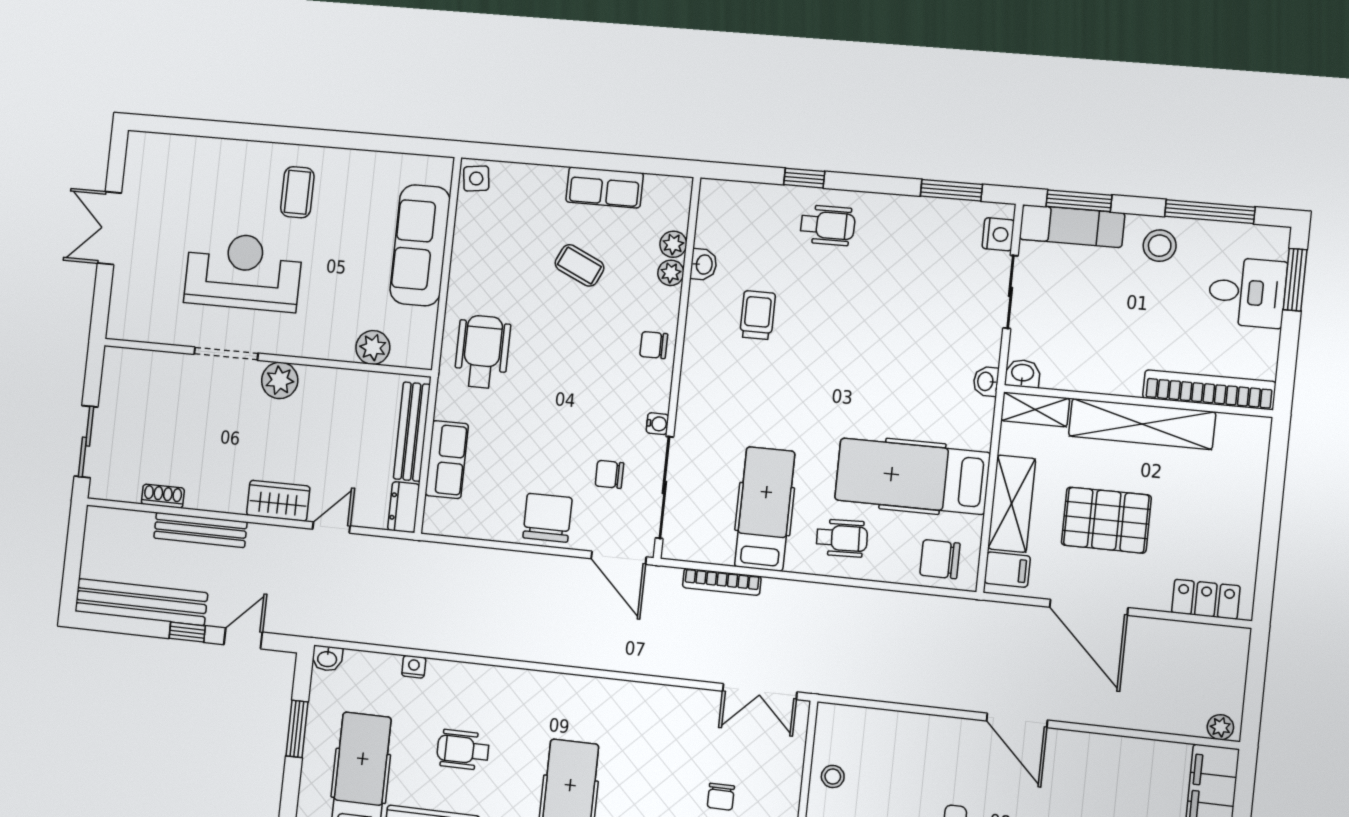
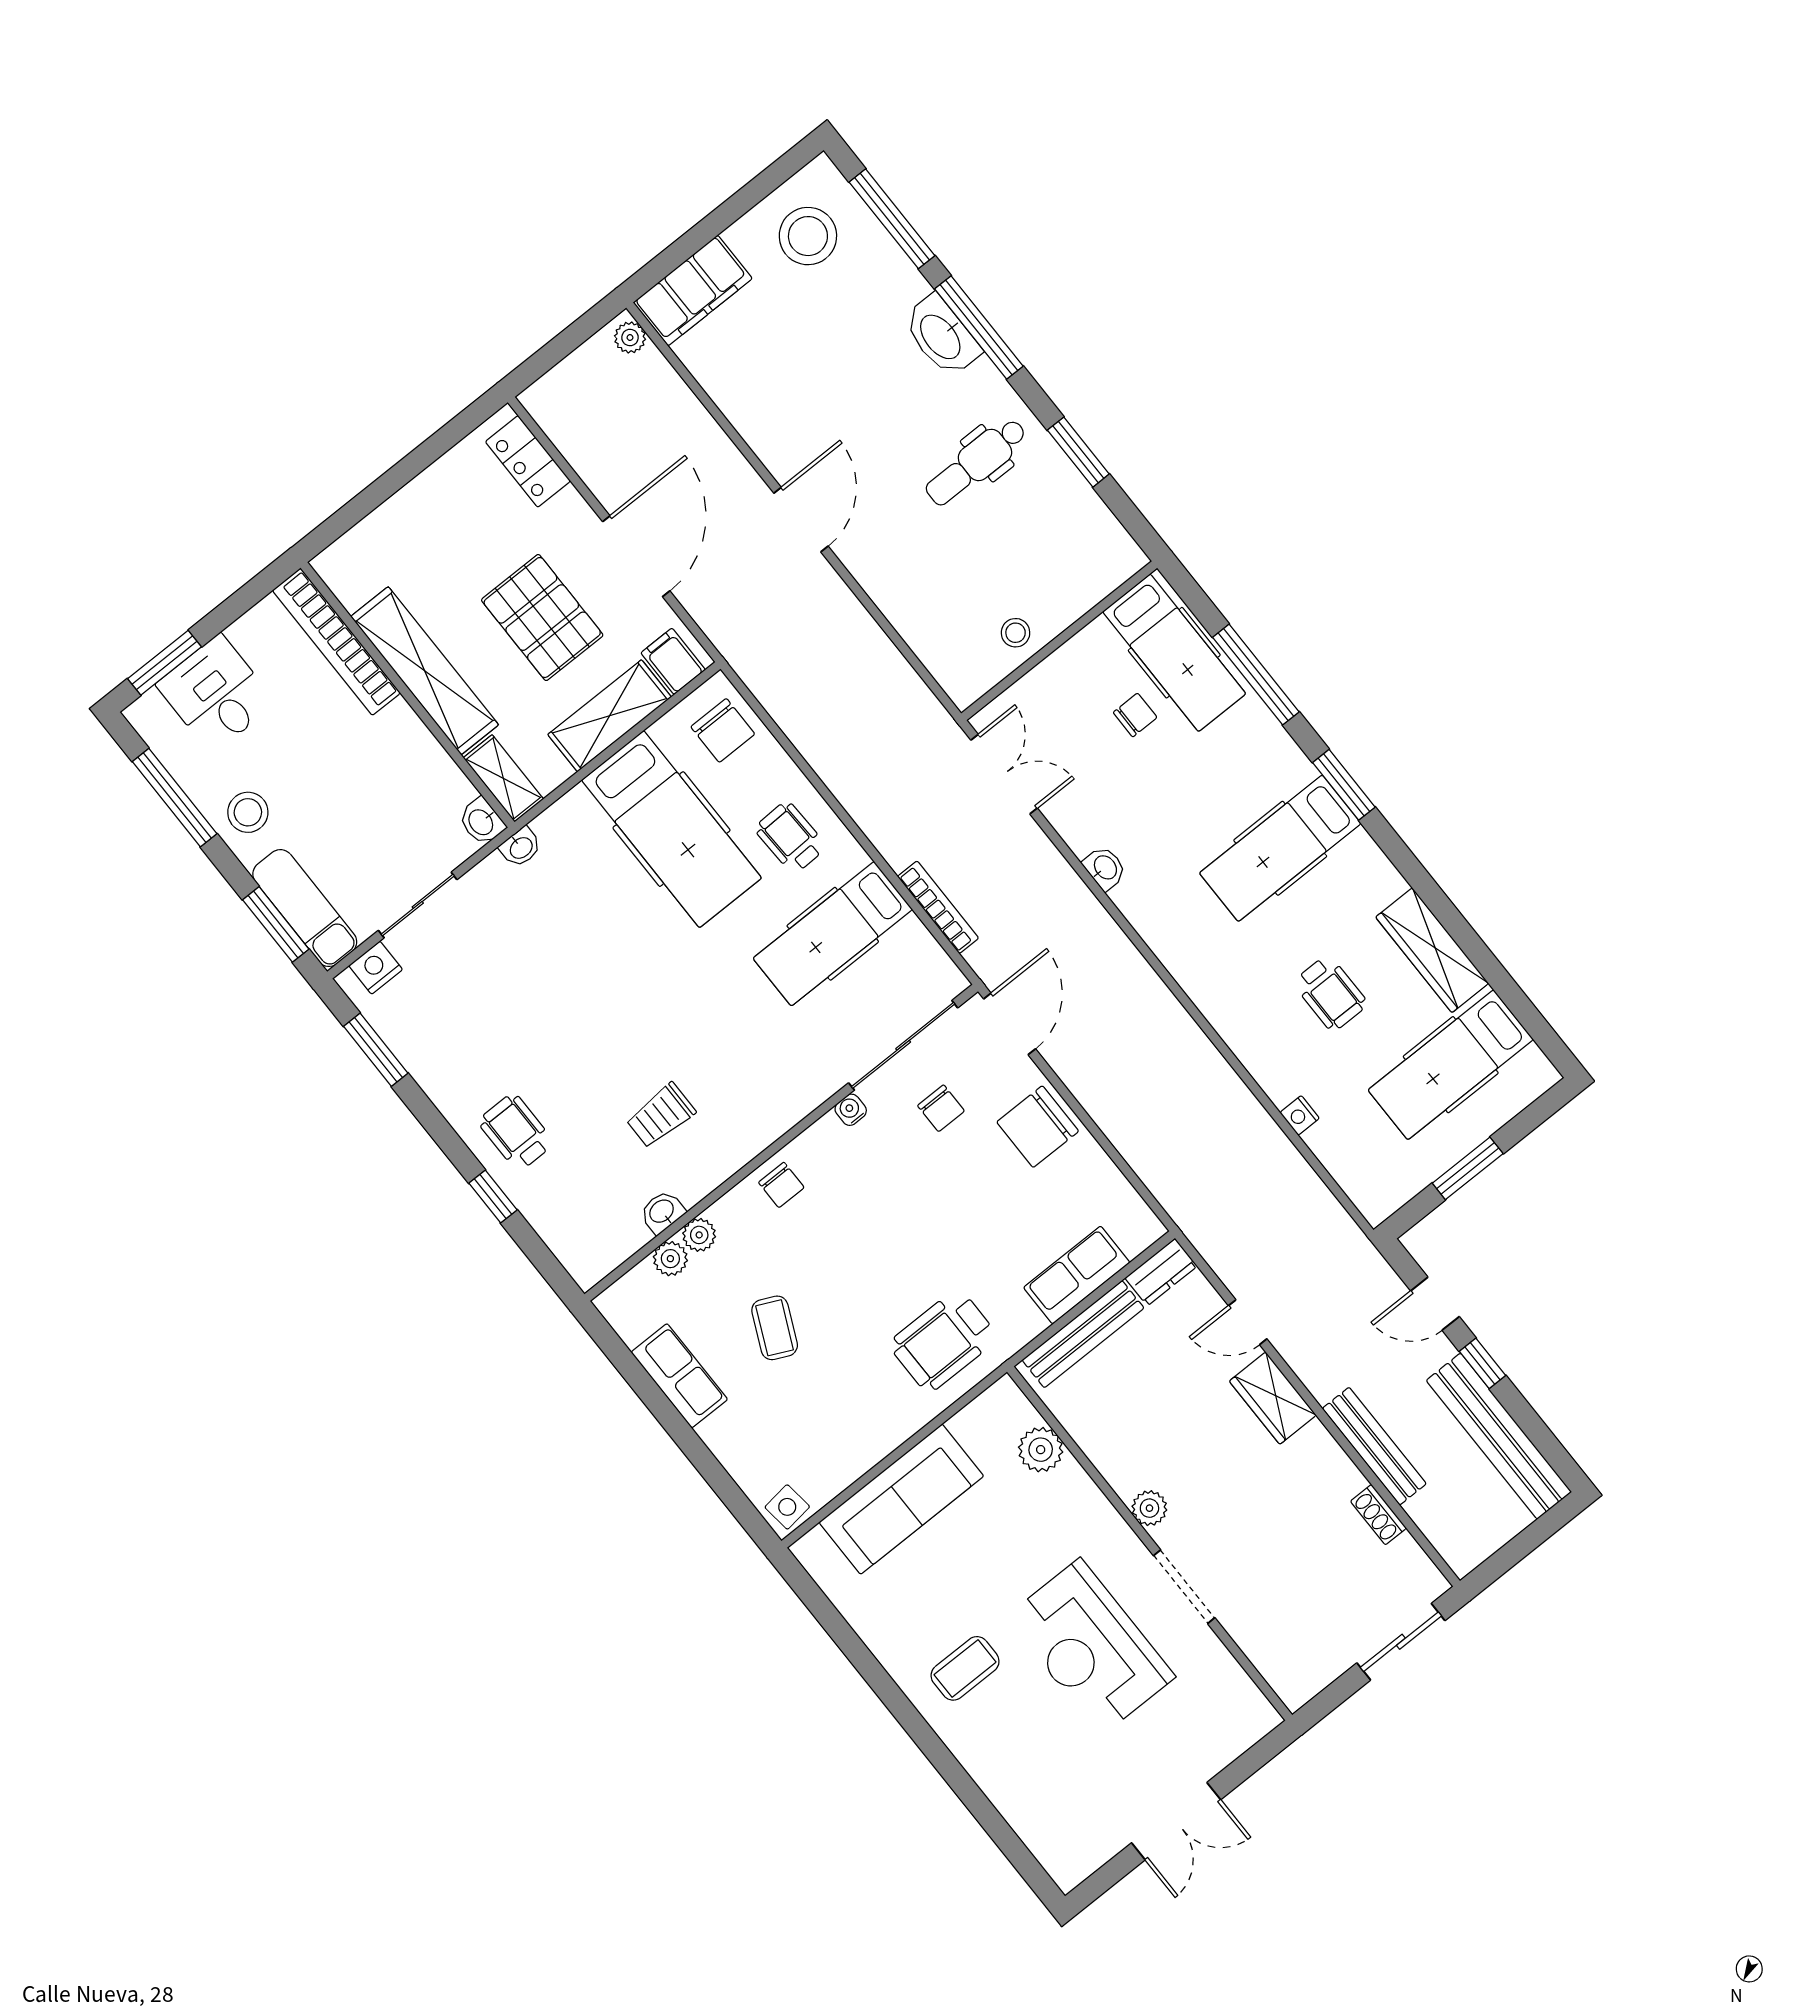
plant: (280, 380) -> (1149, 1508), width x0.73, depth x0.73
washbasin: (327, 658) -> (1105, 868), moved

